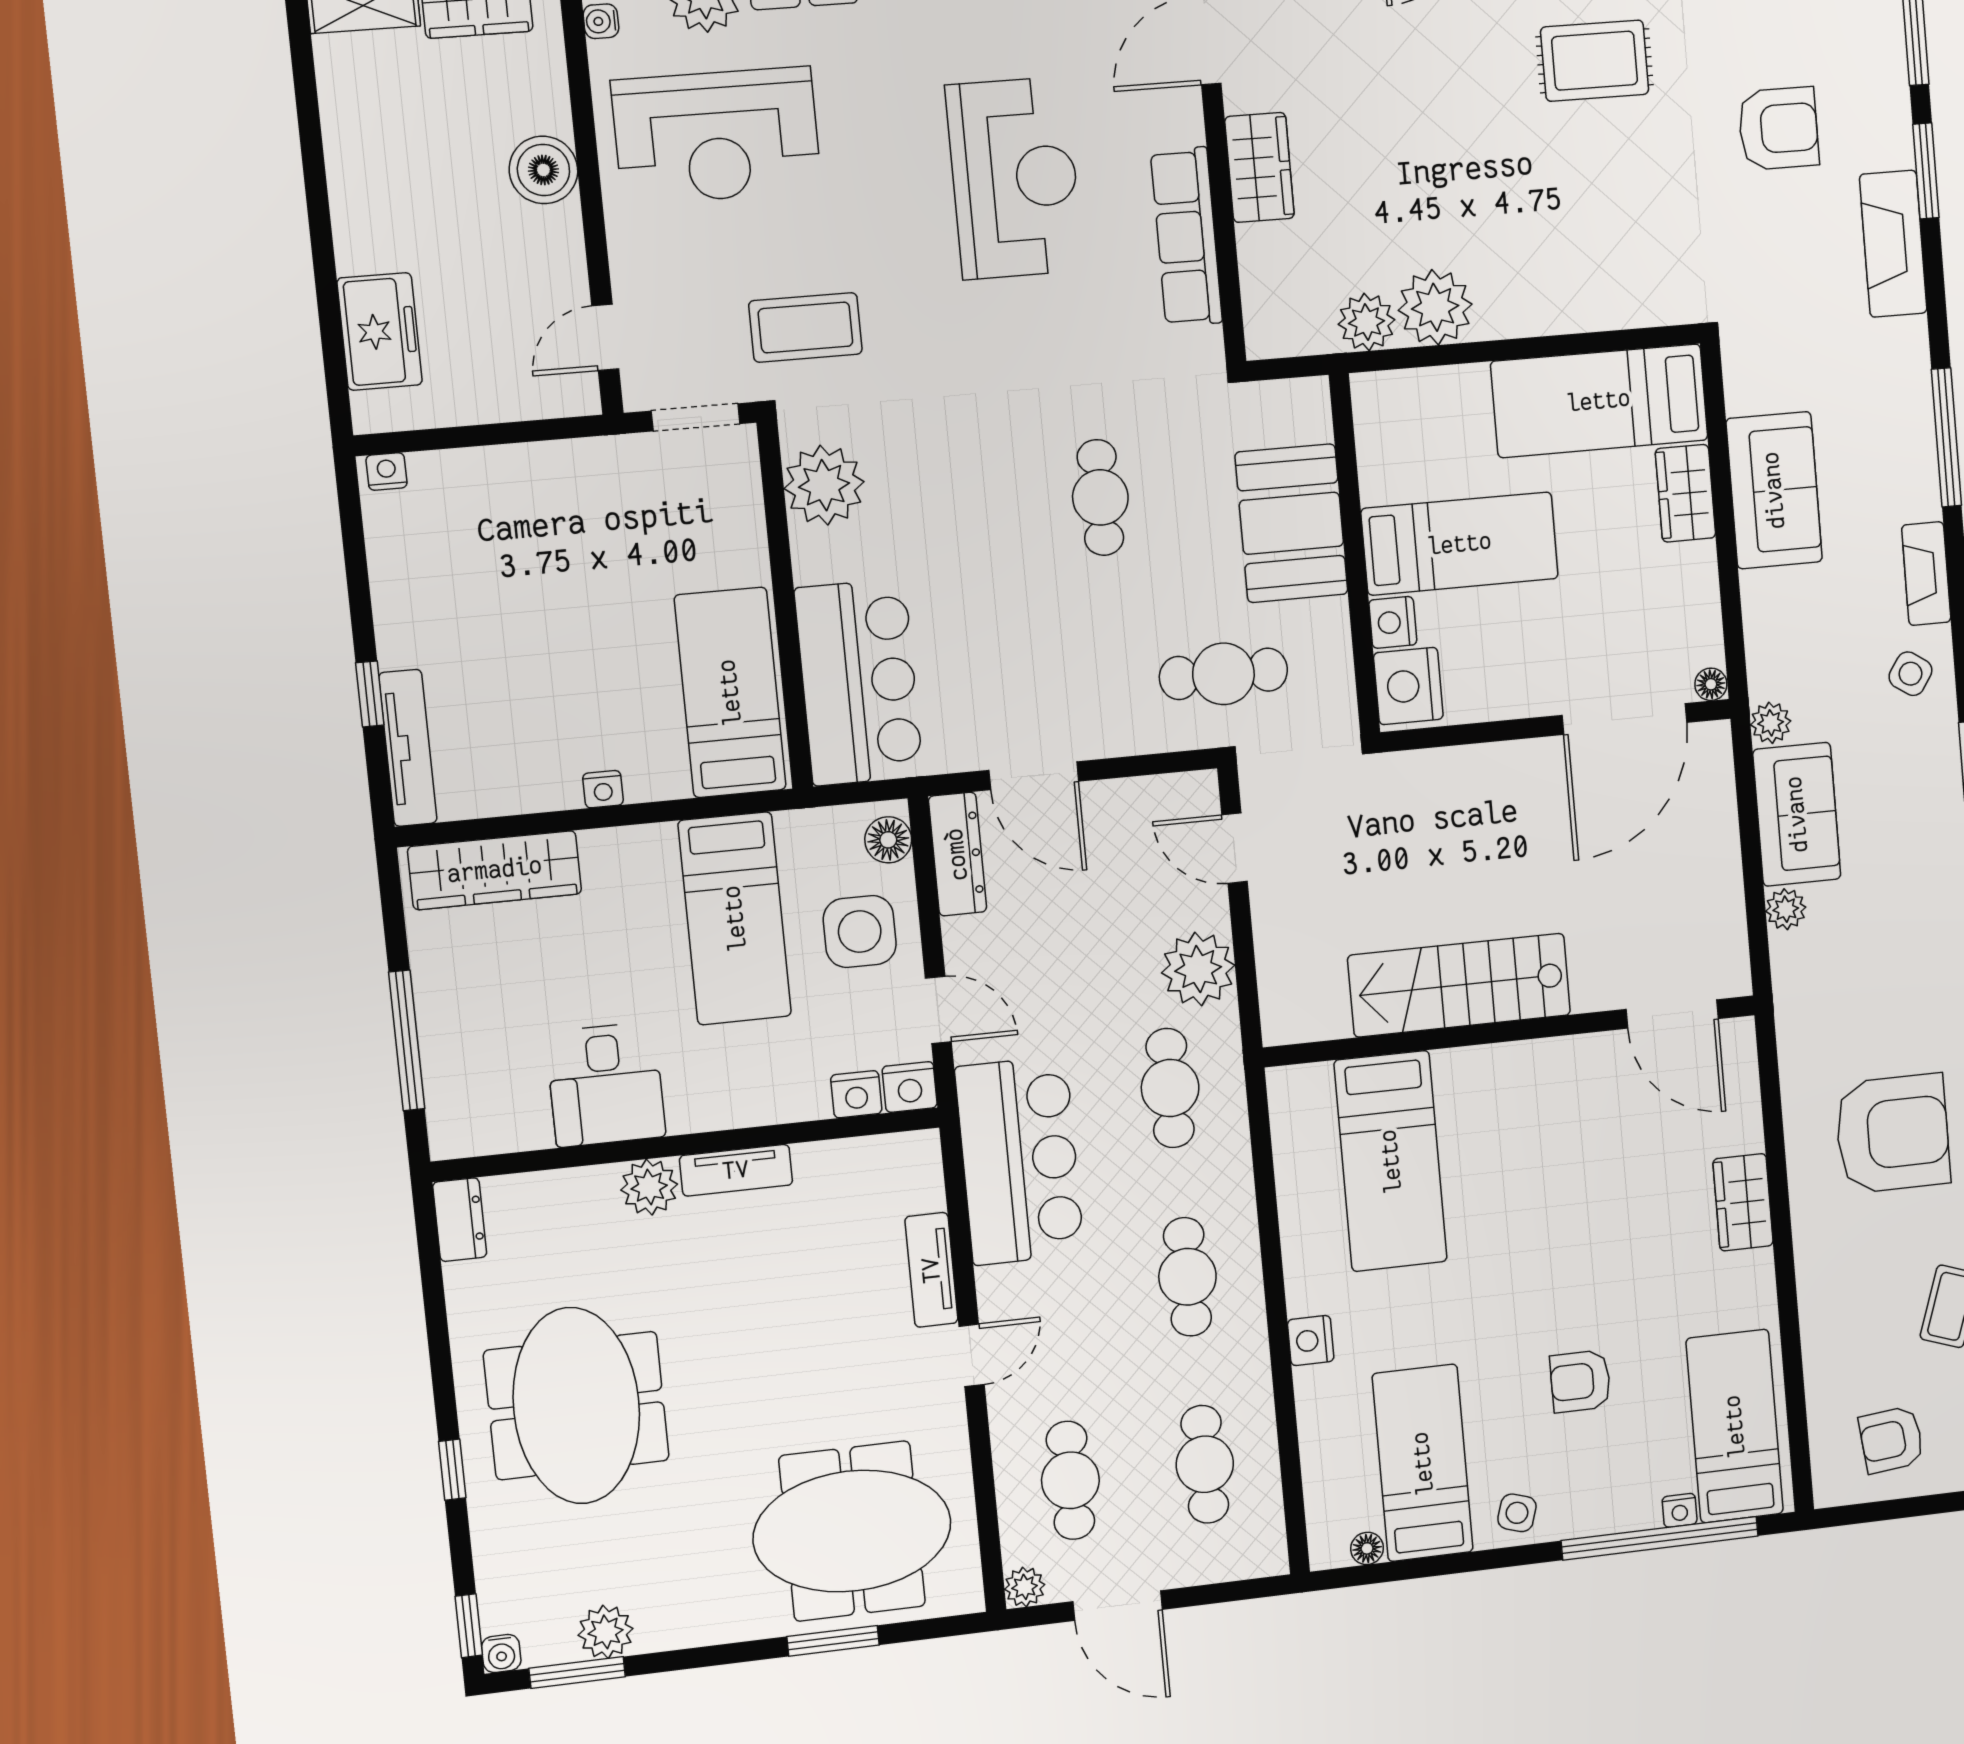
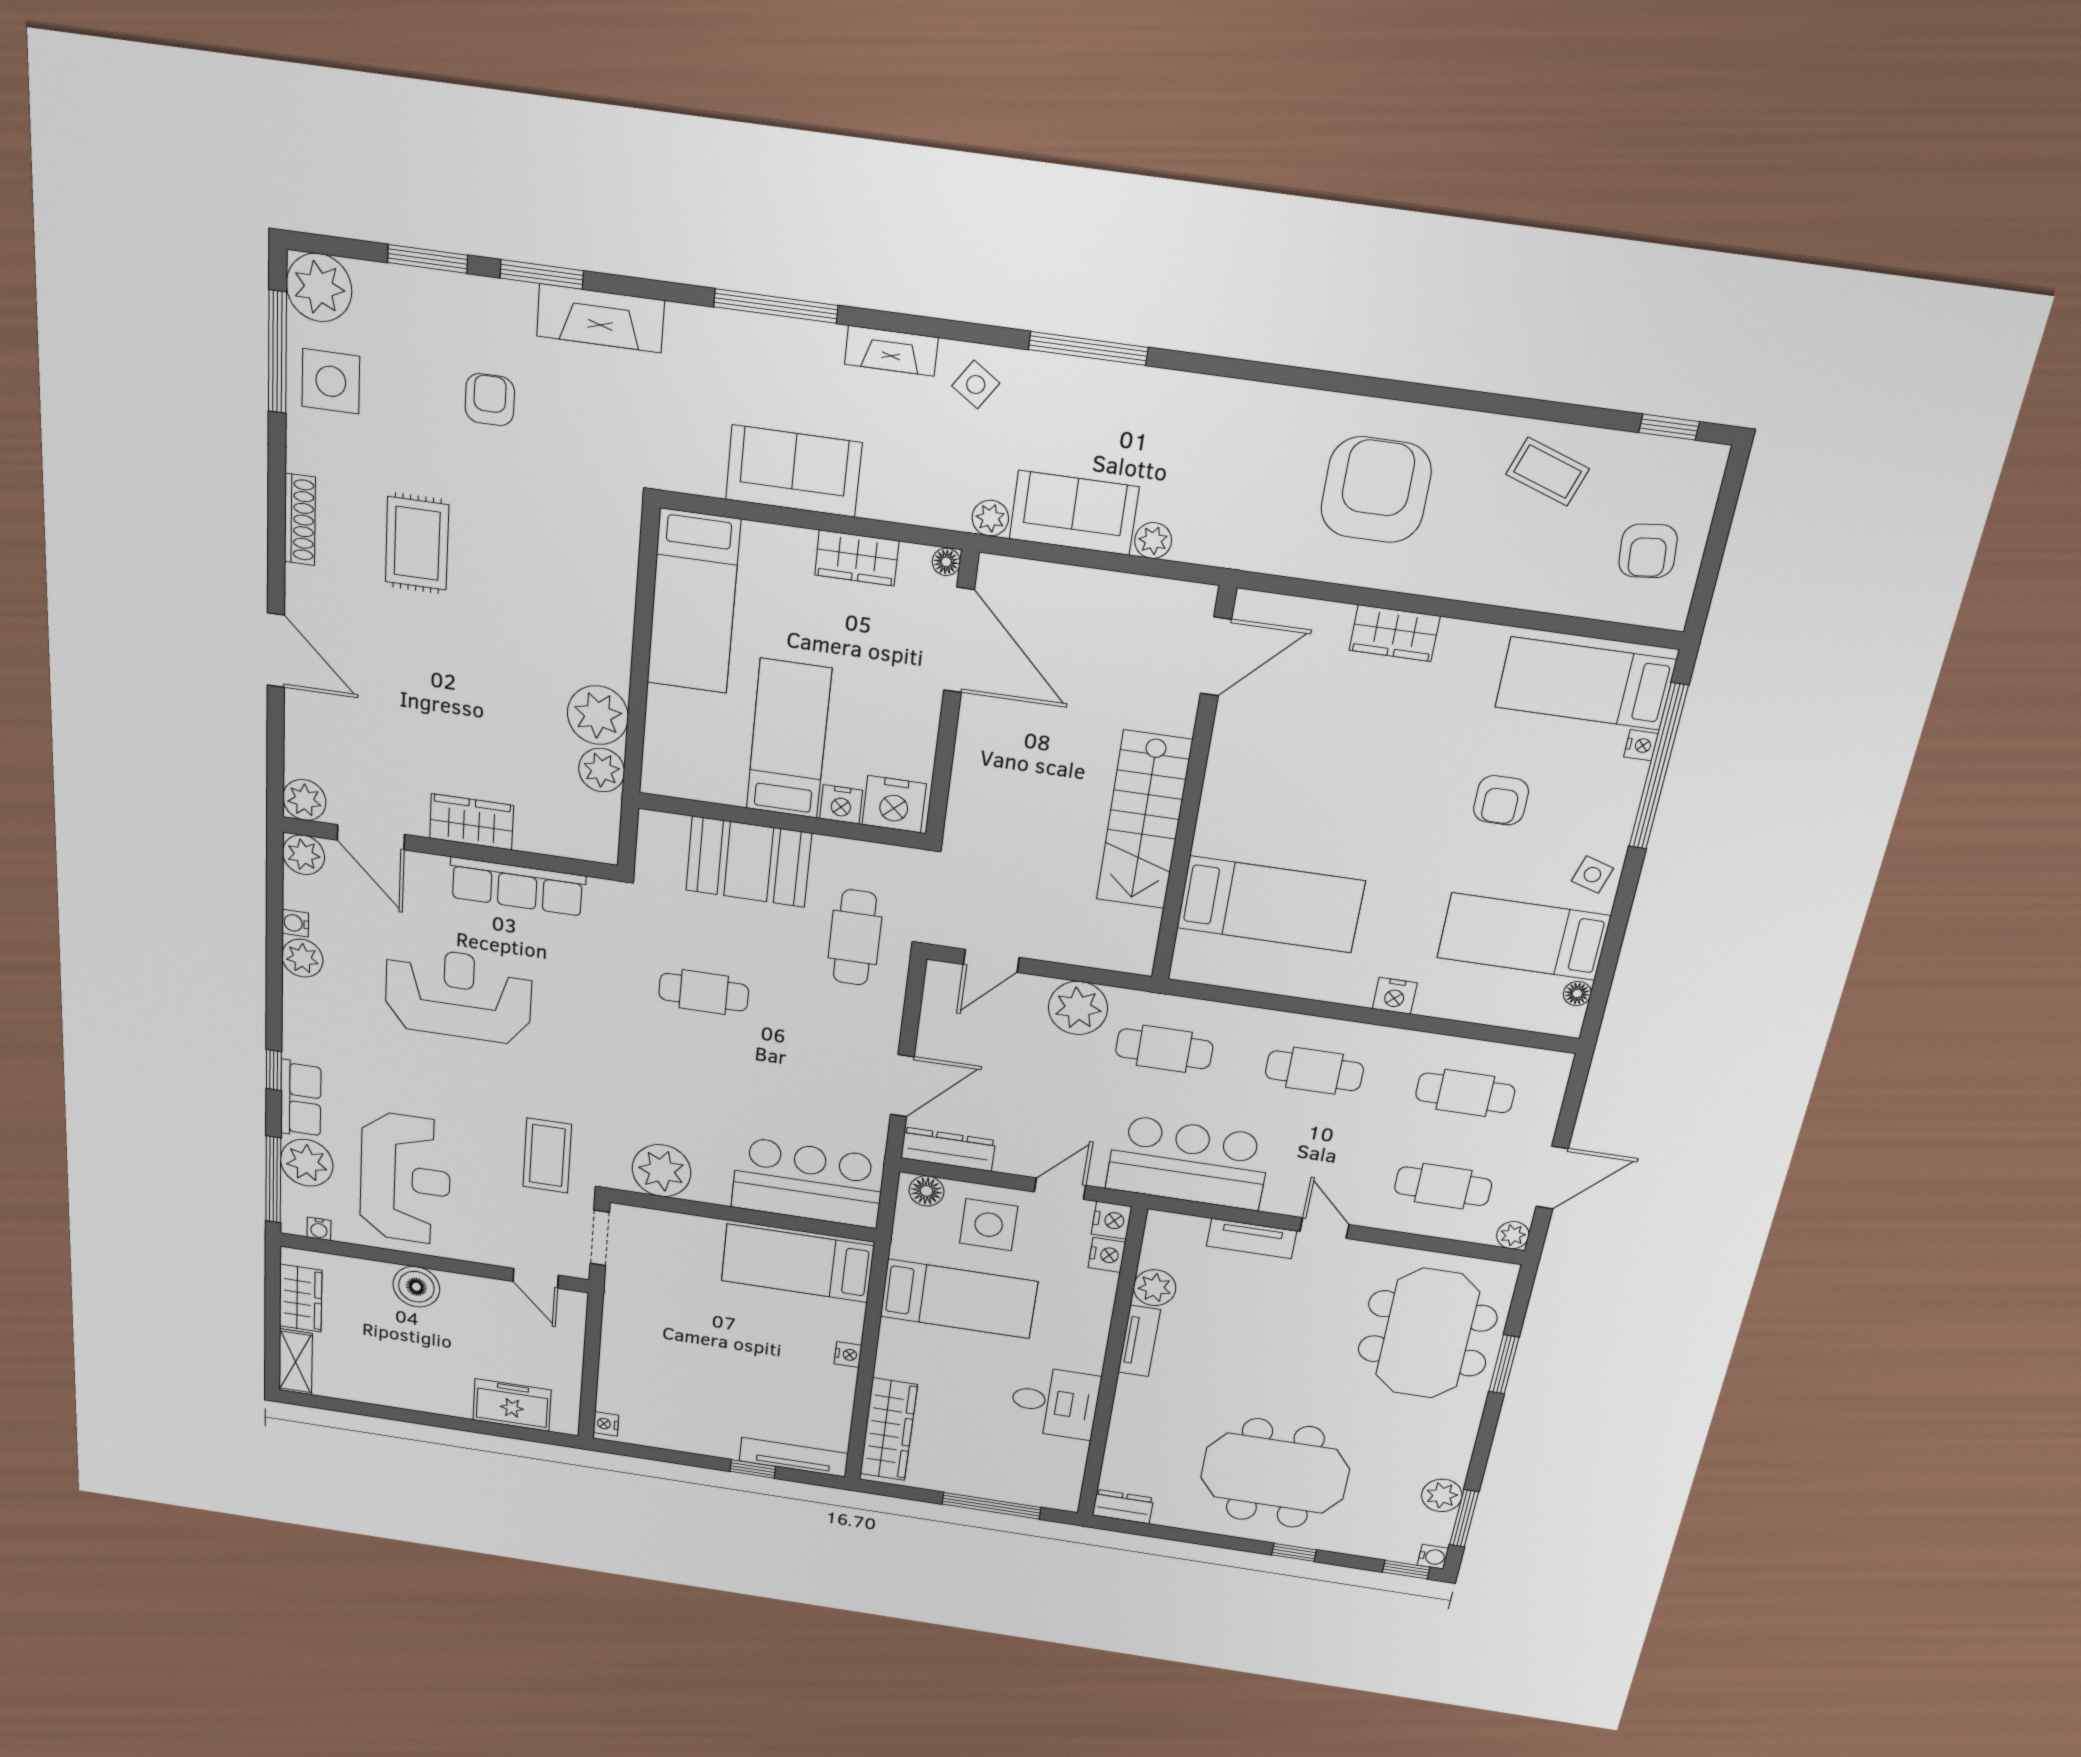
armchair: (1778, 129) -> (490, 400), width x0.72, depth x0.72
wardrobe: (1685, 493) -> (857, 558), moved
plant: (649, 1187) -> (1155, 1288), moved

